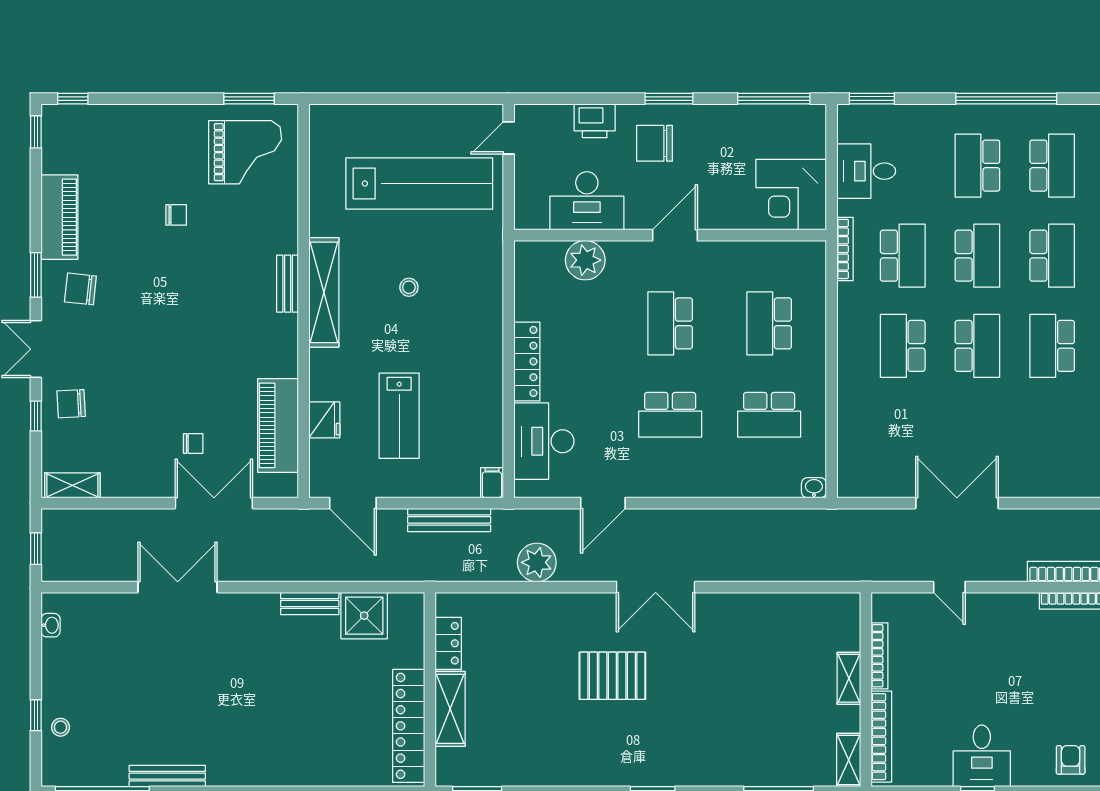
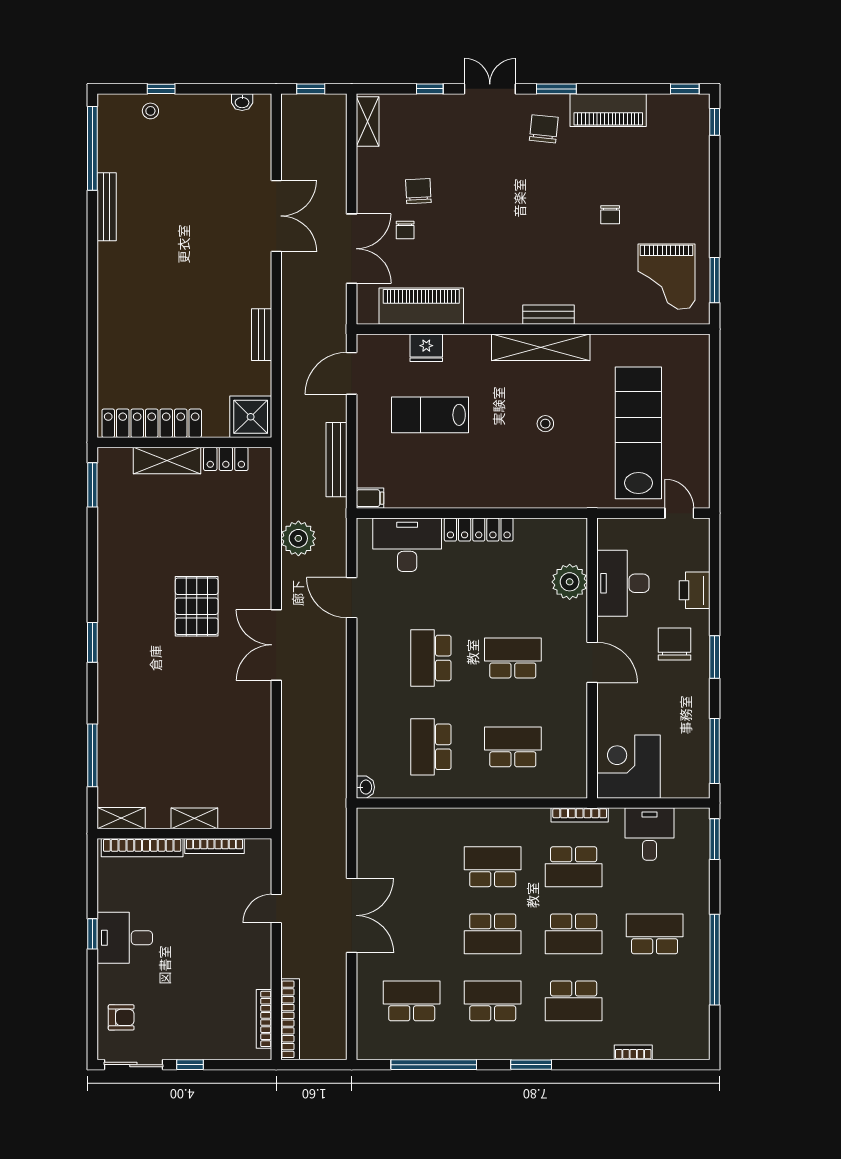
school desk: (1052, 166) -> (412, 1001), moved, turned 180
lab bench: (419, 183) -> (638, 433), turned 180
chair: (71, 404) -> (418, 191), moved
shower: (364, 616) -> (251, 417), moved

